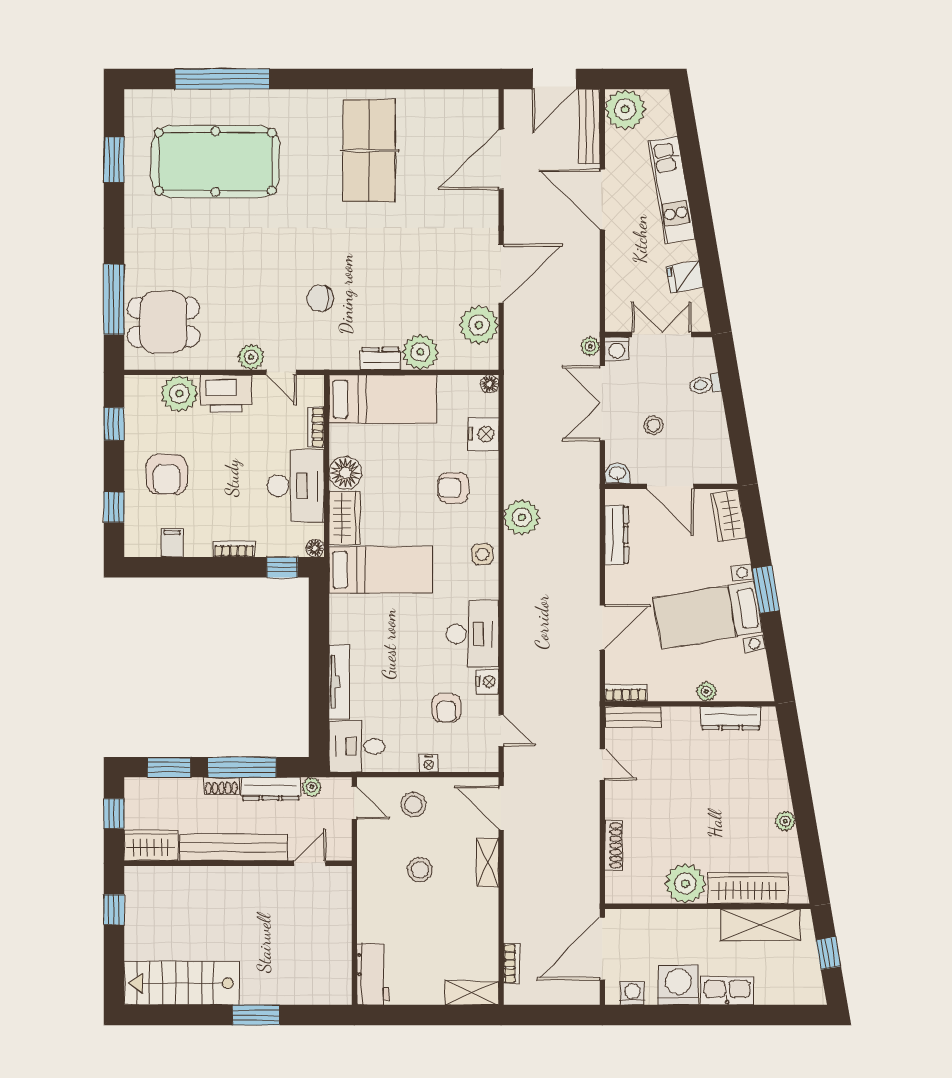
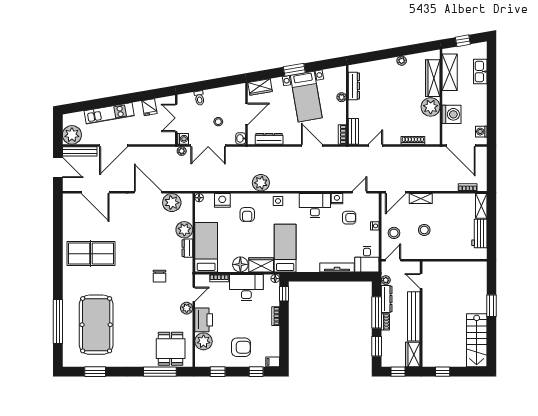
filing cabinet: (172, 543) -> (273, 362), moved
workbench: (373, 974) -> (479, 233), moved, turned -90
washing machine: (678, 985) -> (452, 114), moved, turned 180
kitchen sink: (727, 991) -> (480, 72), moved

